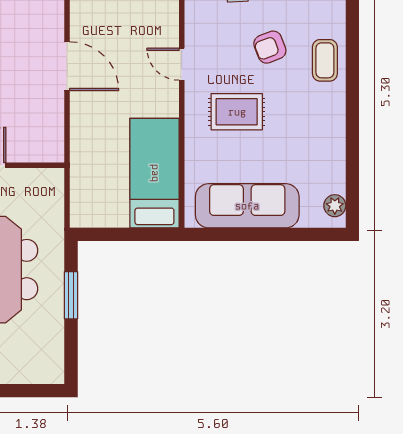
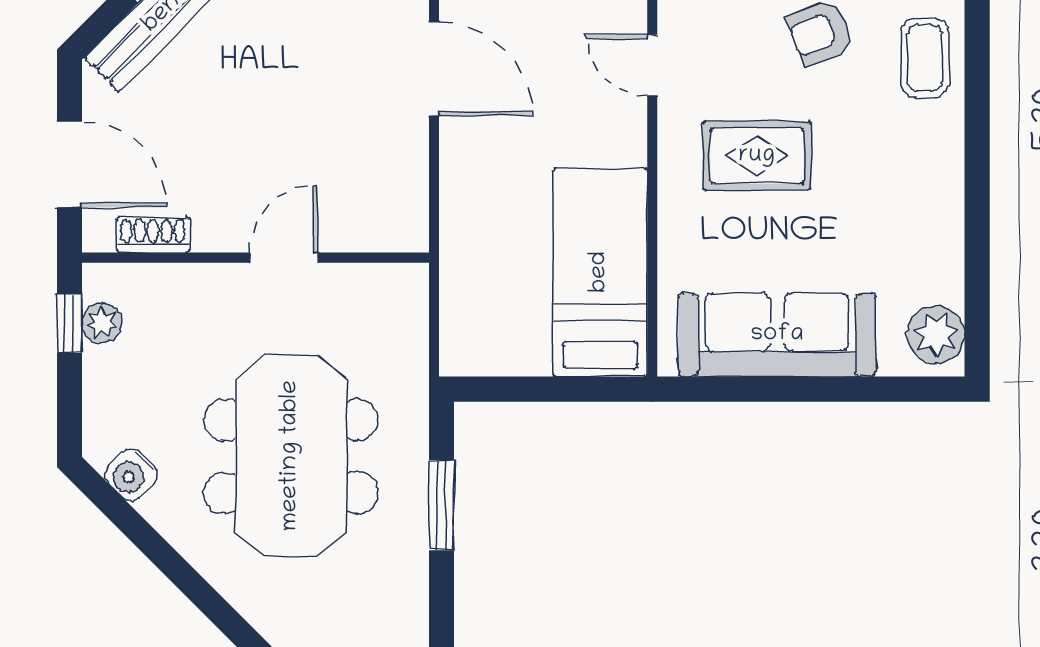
plant: (335, 206) -> (936, 335), width x1.38, depth x1.38

